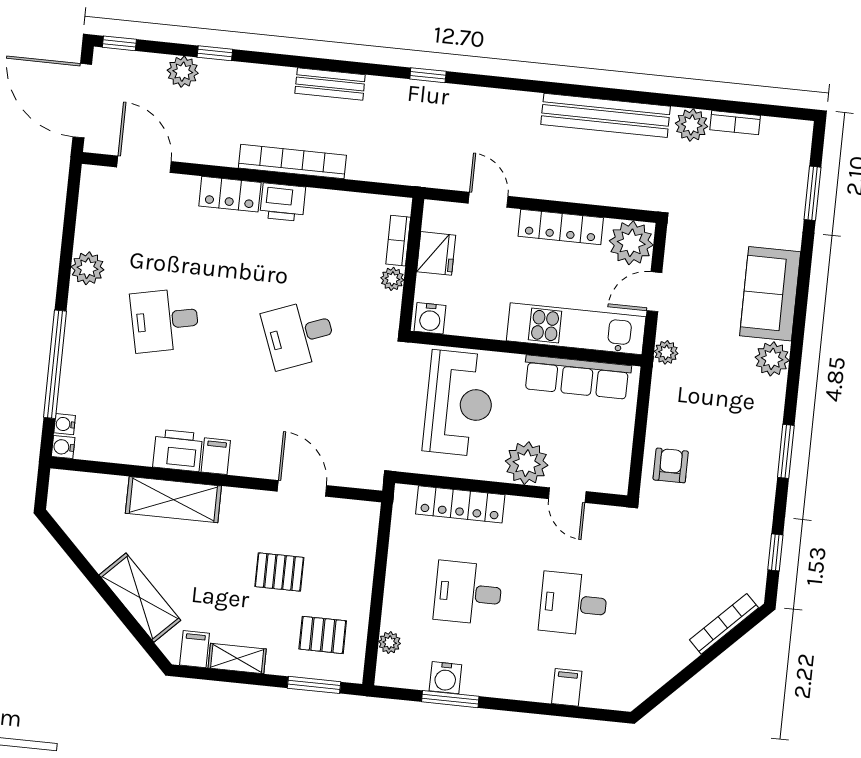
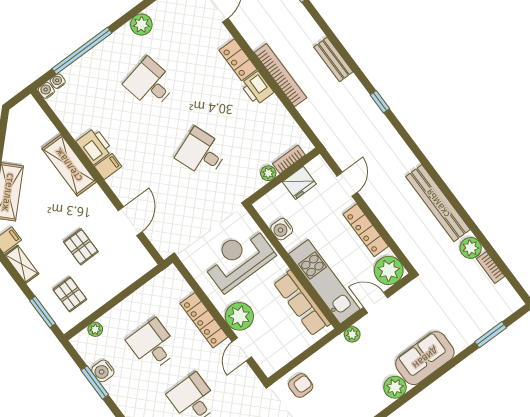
water cooler: (430, 318) -> (282, 229), moved
reception desk: (459, 403) -> (238, 259), turned 180
locker: (460, 504) -> (204, 320), moved

